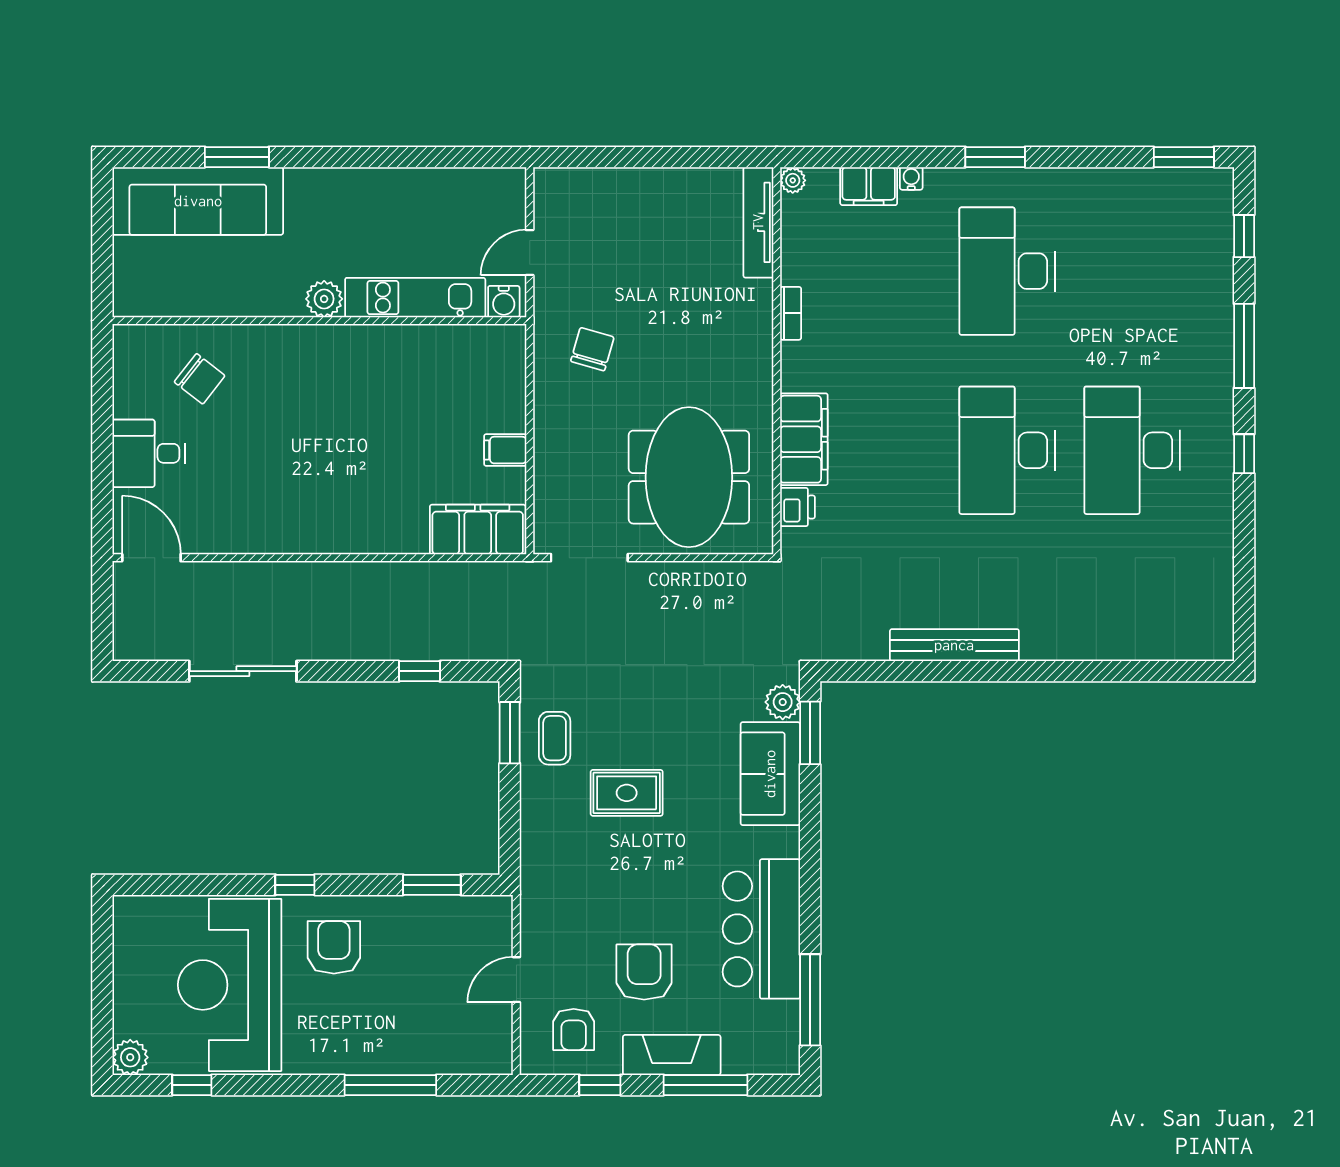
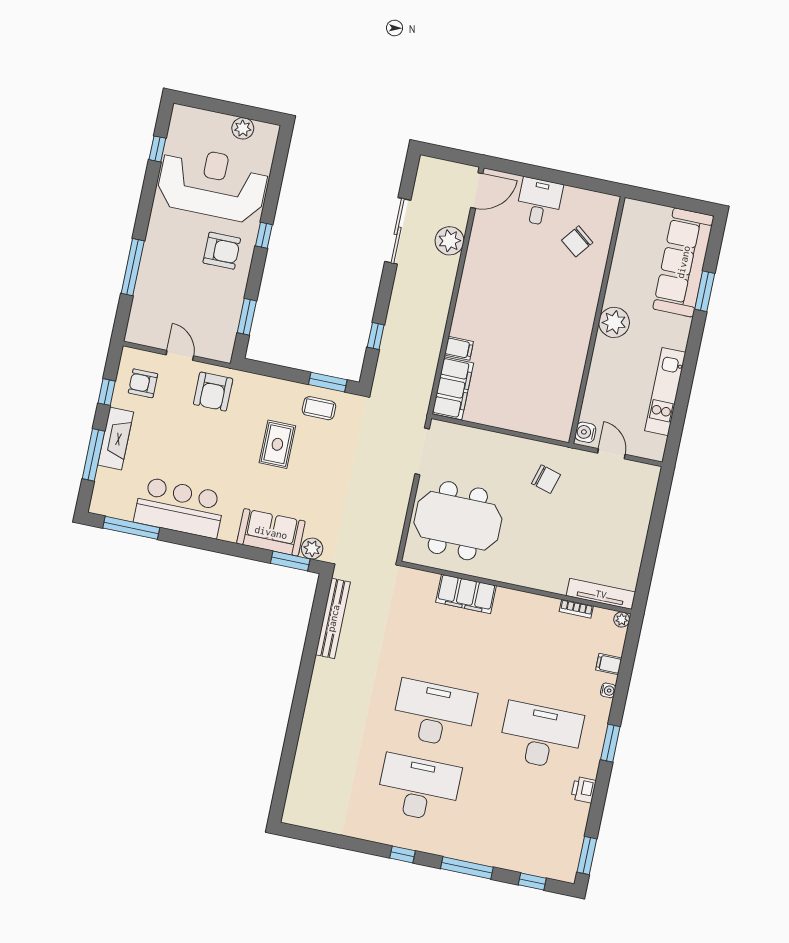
filing cabinet: (869, 186) -> (609, 664), width x0.50
kitchen unit: (415, 298) -> (665, 392), moved, turned 180
plant: (324, 299) -> (614, 322), width x1.36, depth x1.36
bookcase: (791, 313) -> (576, 609), moved
filing cabinet: (505, 450) -> (459, 348), moved, turned 90
printer: (797, 507) -> (584, 790), moved, turned 90
plant: (241, 584) -> (449, 241), added
bench: (954, 645) -> (333, 618), moved
armchair: (644, 972) -> (213, 392), moved, turned 90
plant: (130, 1057) -> (243, 128), moved

